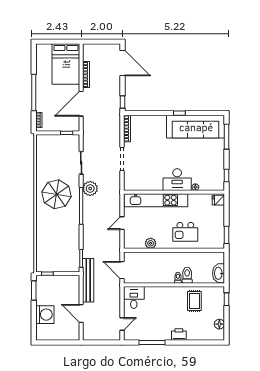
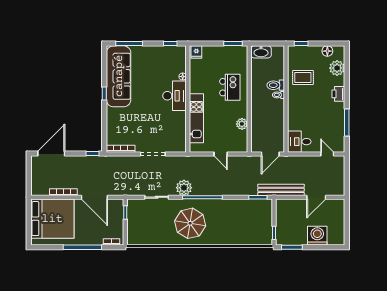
bed: (66, 64) -> (52, 219), width x1.36
kitchen unit: (156, 200) -> (196, 118), width x0.73
washbasin: (219, 273) -> (261, 52), moved
plant: (203, 333) -> (337, 68), added

